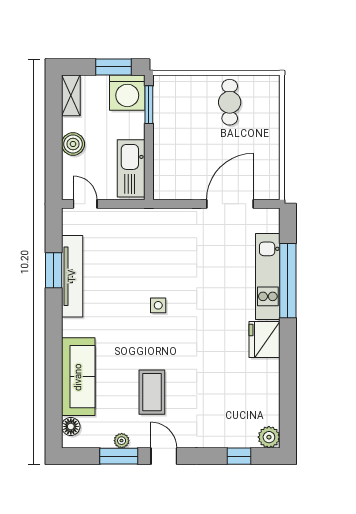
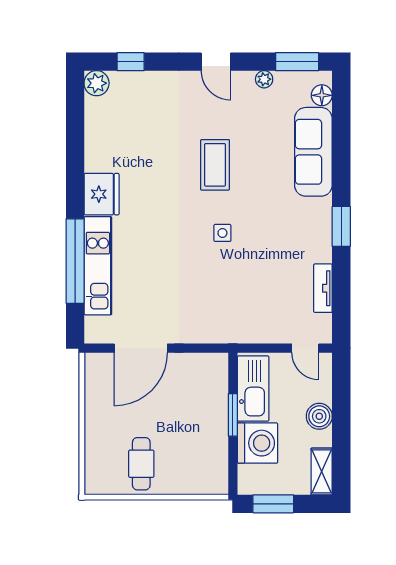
washing machine: (127, 93) -> (258, 443), moved, turned 90
window: (149, 105) -> (233, 415), moved
window: (54, 270) -> (341, 226), moved
tv unit: (72, 276) -> (323, 288), width x0.52, depth x0.78
coffee table: (152, 392) -> (215, 165), moved
window: (119, 456) -> (297, 62), moved

